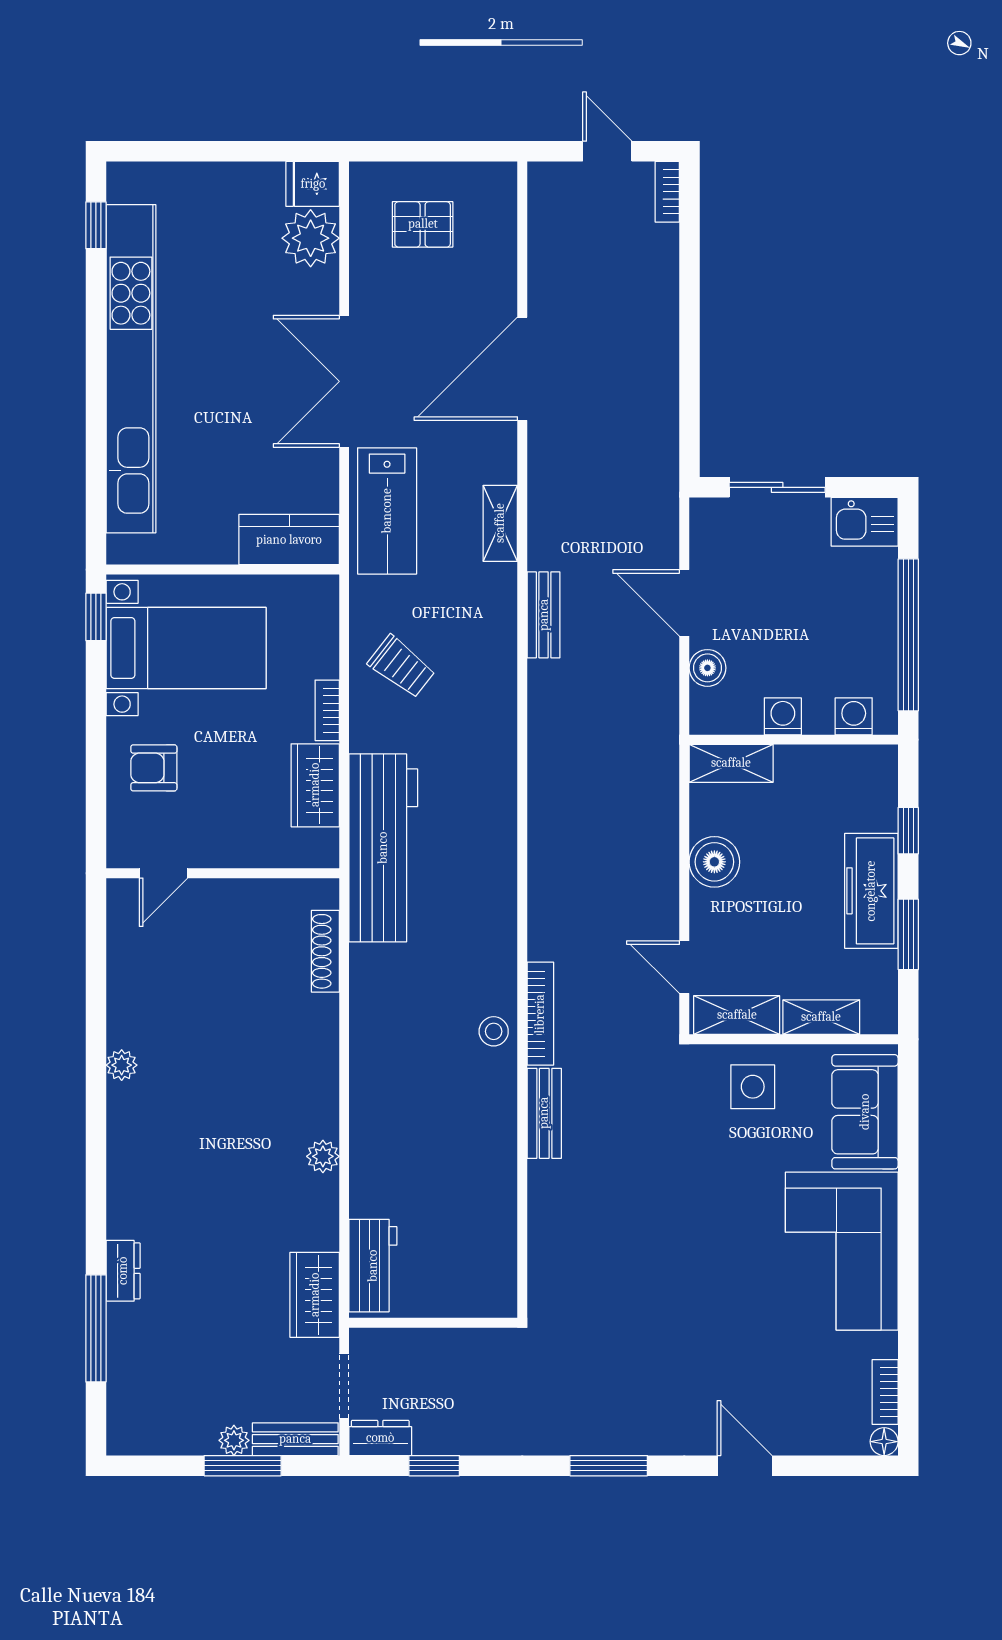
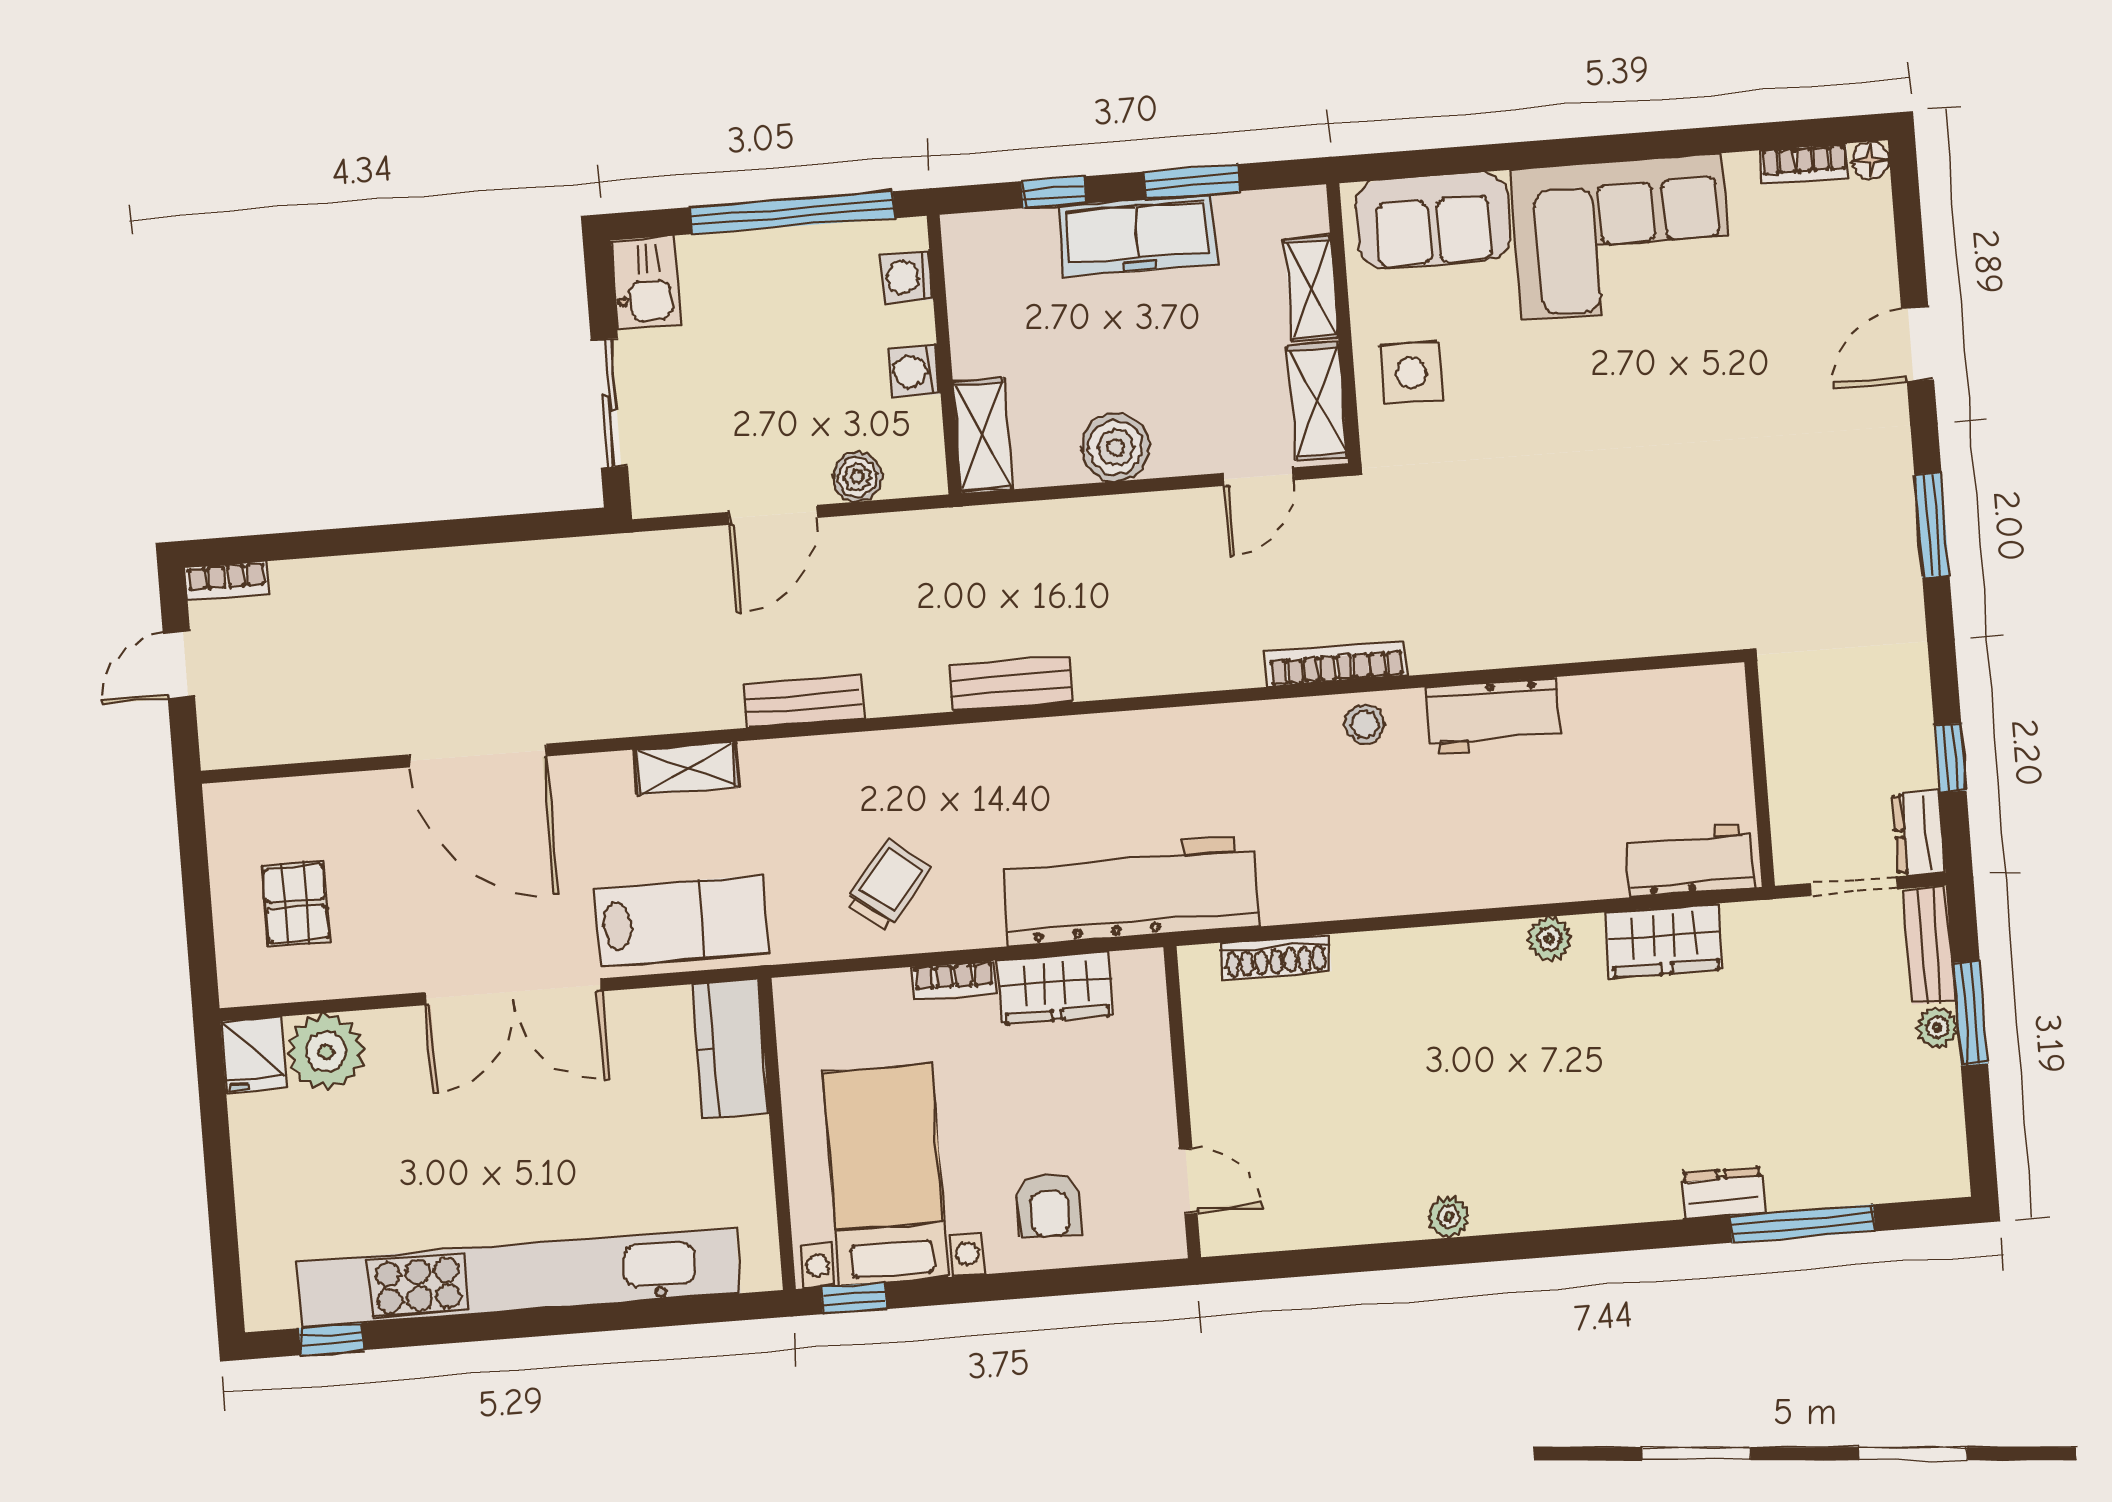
bench: (544, 1113) -> (1011, 684), moved
workbench: (492, 1128) -> (1493, 716), added
wardrobe: (315, 1295) -> (1664, 941), moved

